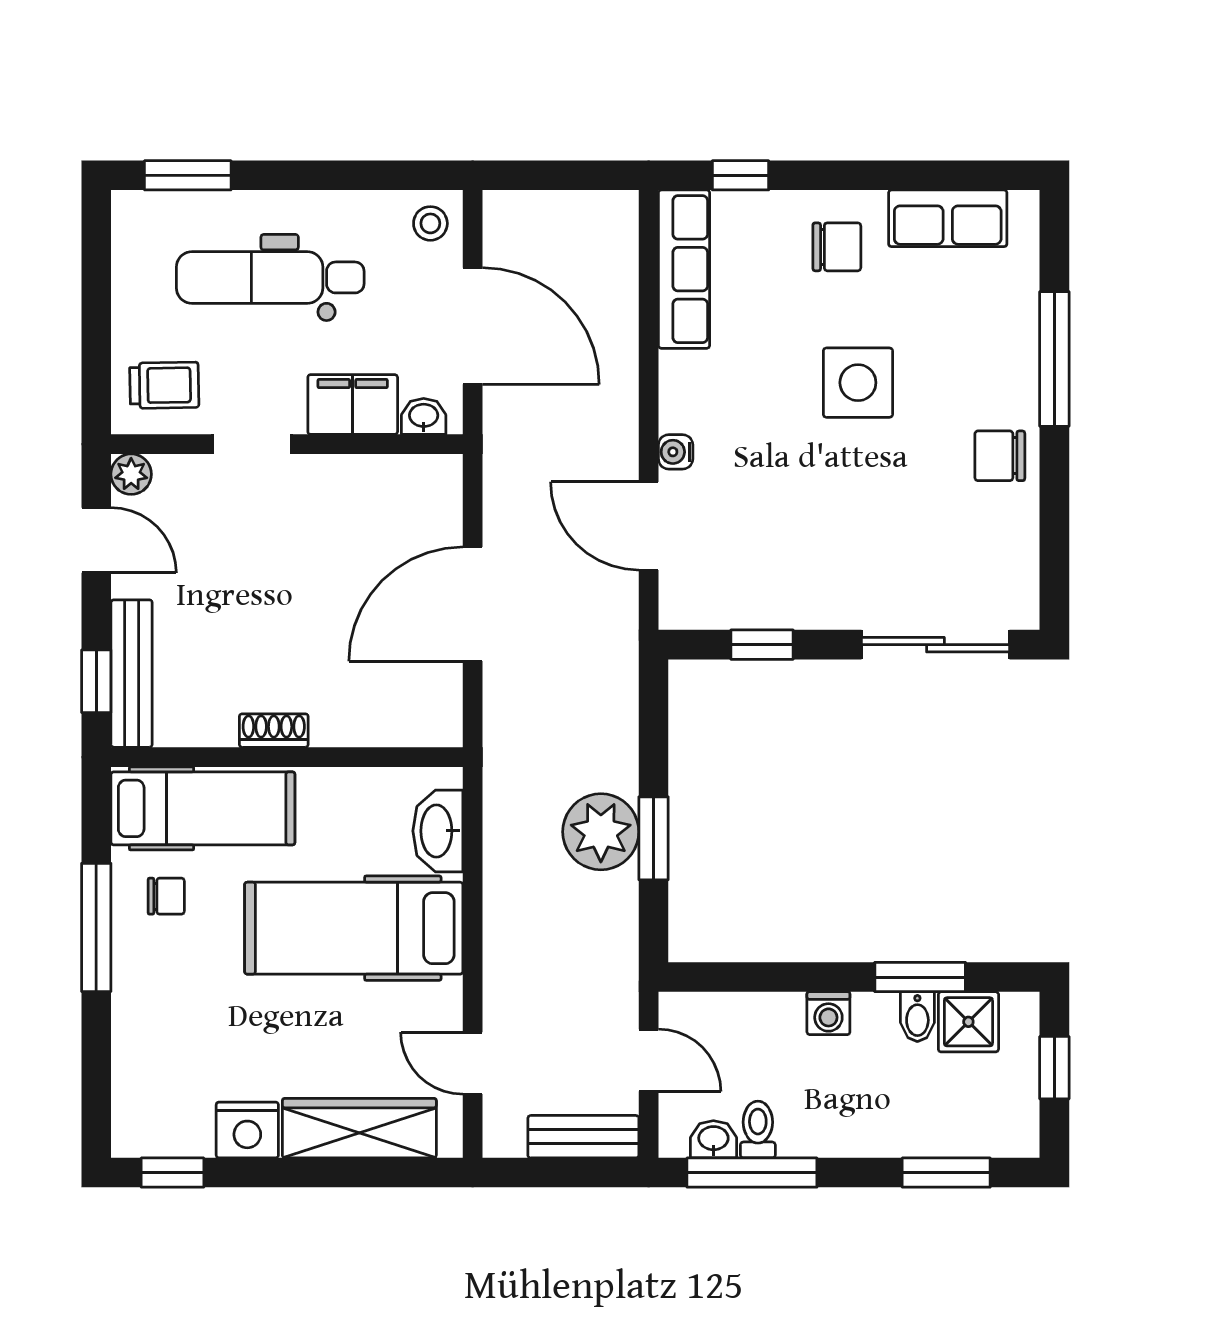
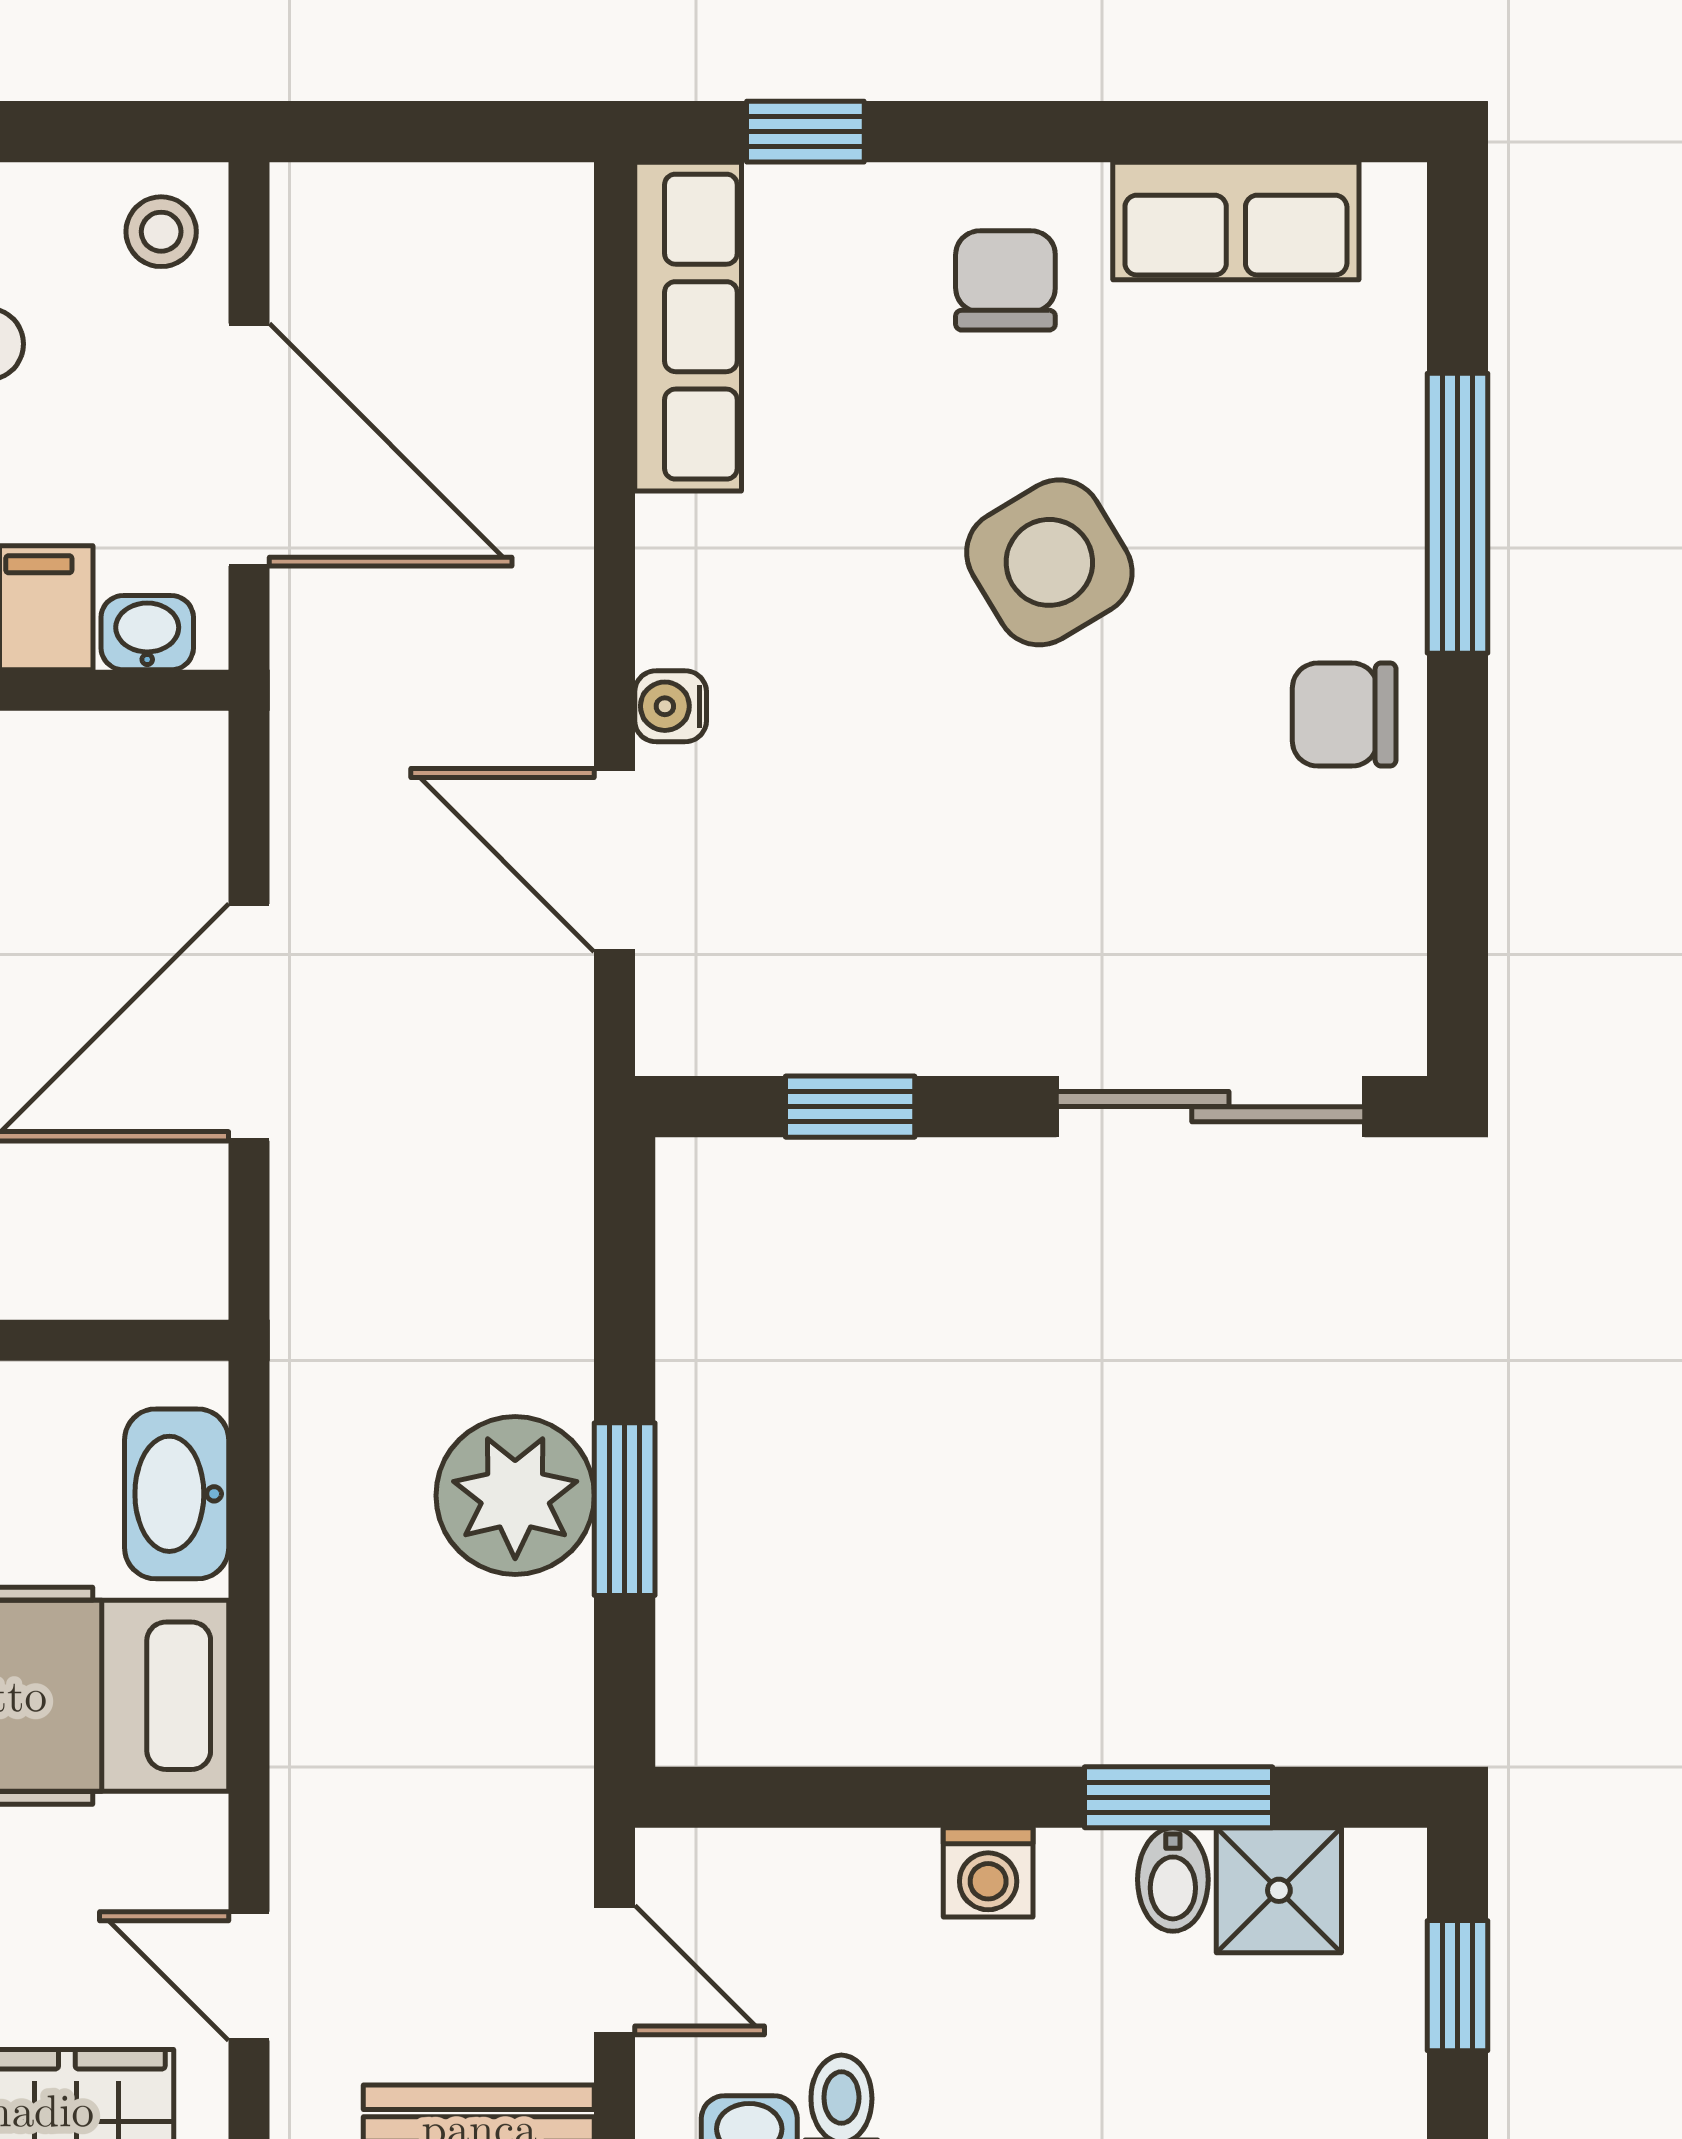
chair: (837, 247) -> (1005, 280), turned -90
side table: (858, 383) -> (1049, 562), turned -31

